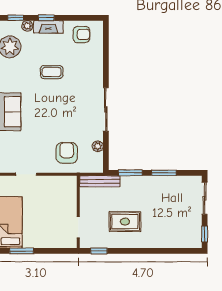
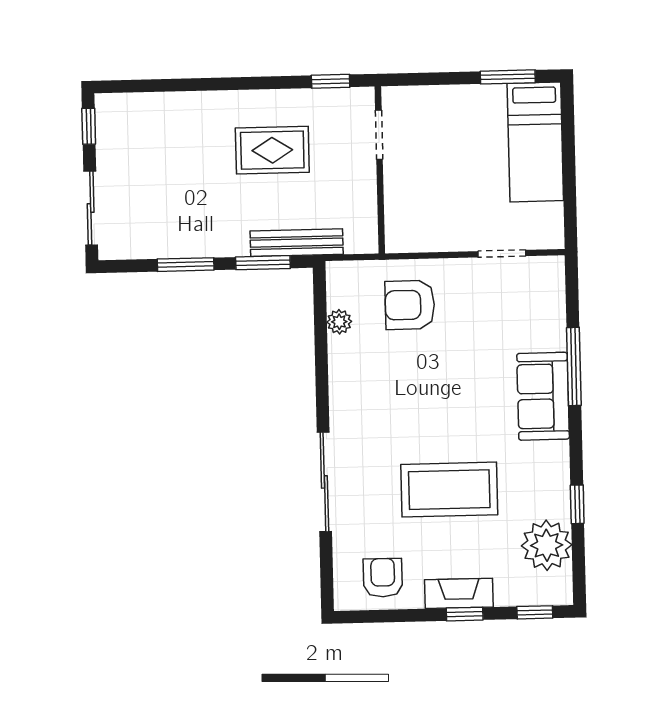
plant: (27, 26) -> (508, 594), removed
armchair: (81, 34) -> (383, 578), turned 90
coffee table: (52, 72) -> (449, 490), width x1.86, depth x1.72
sliding door: (106, 109) -> (324, 482), moved
armchair: (67, 153) -> (410, 305), turned 90
bench: (100, 181) -> (297, 243), moved

